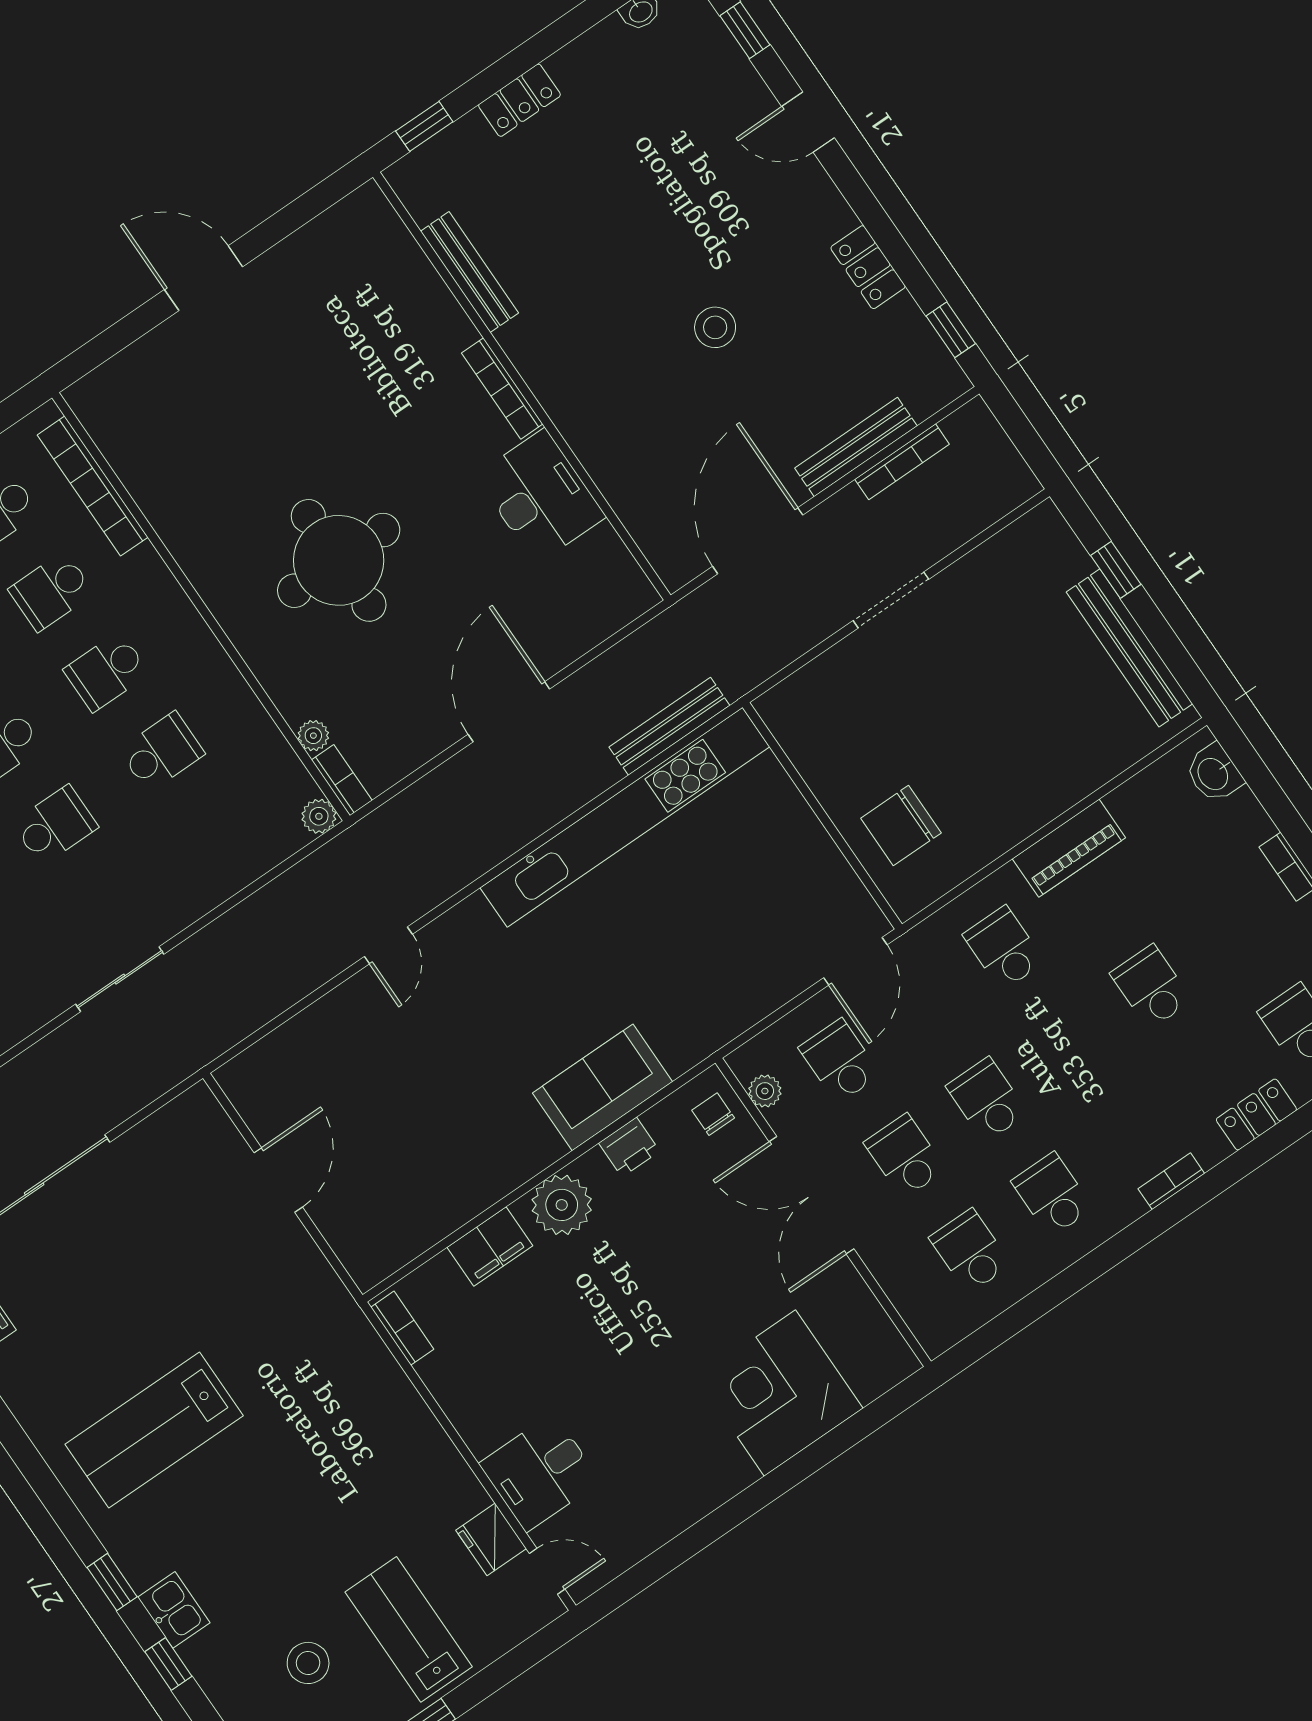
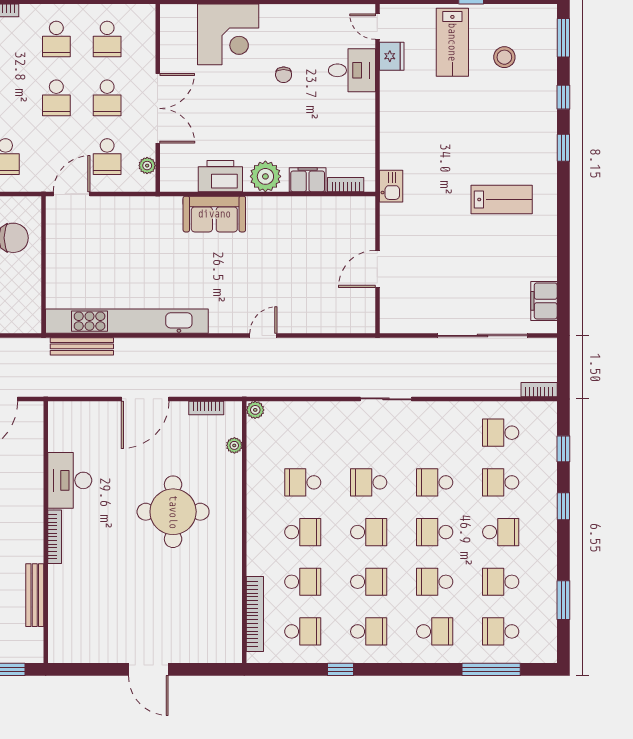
bookcase: (342, 780) -> (206, 408), moved, turned -90
chair: (713, 1114) -> (284, 75), moved
printer: (629, 1147) -> (220, 176), width x1.87, depth x1.48
bookcase: (402, 1328) -> (346, 185), moved, turned 90
lab bench: (154, 1430) -> (502, 200), width x0.73, depth x0.72
kitchen sink: (174, 1610) -> (391, 186), moved, turned 180

